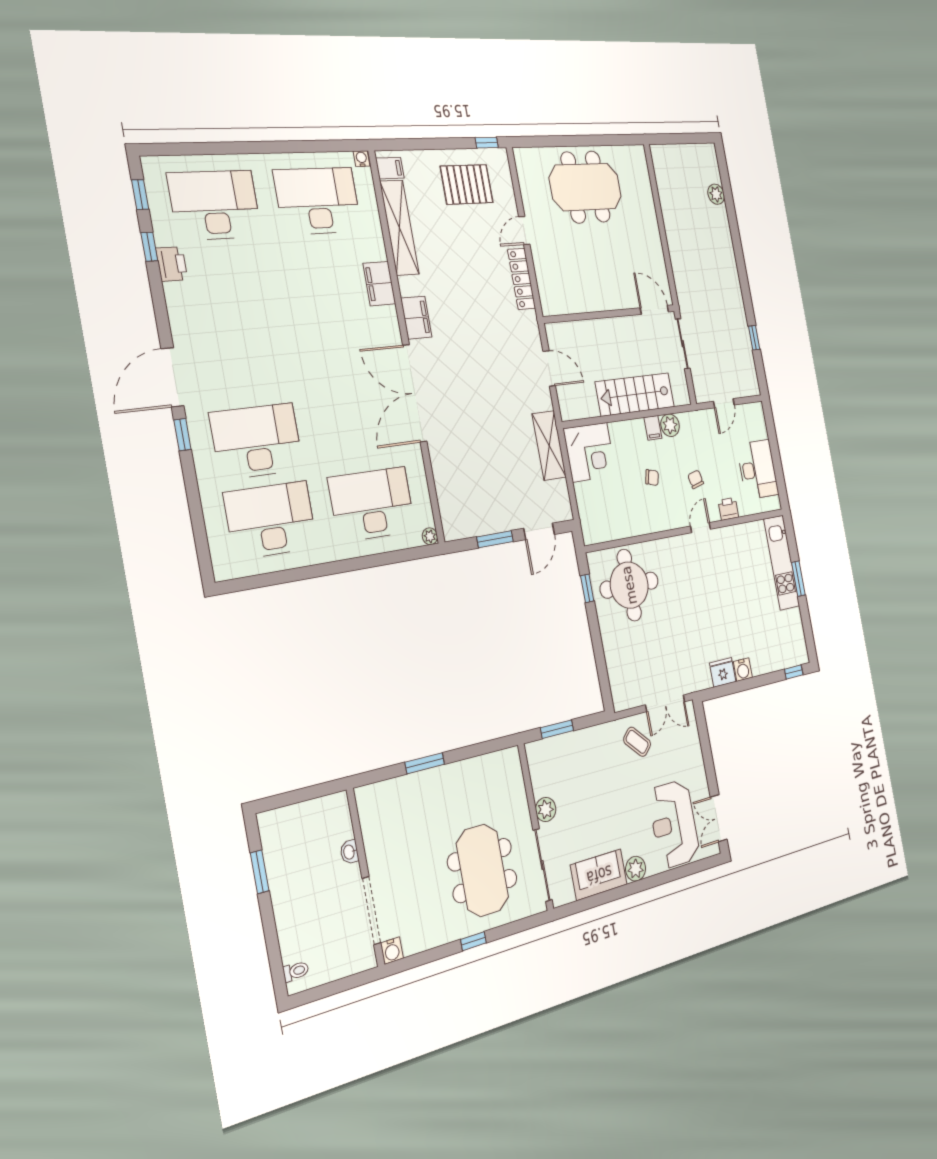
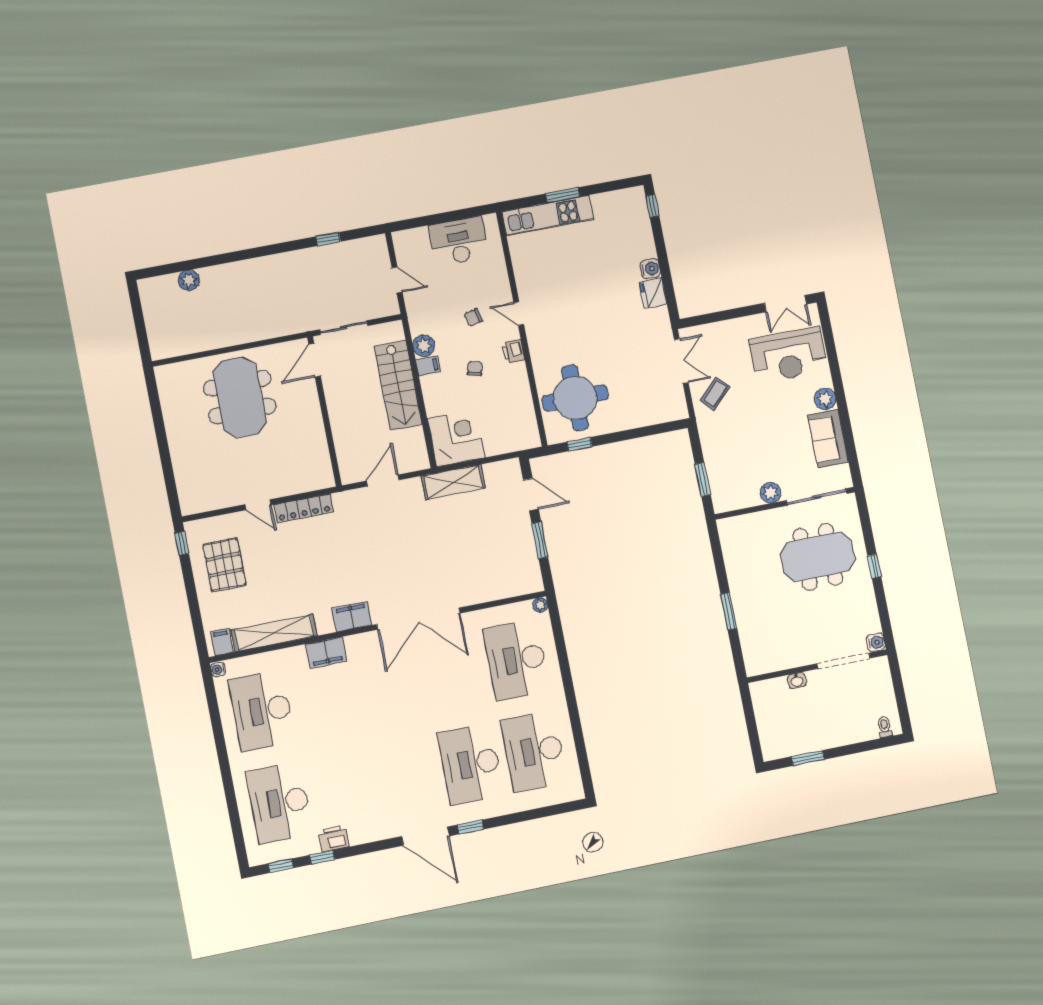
meeting table: (585, 187) -> (240, 397), moved
printer: (728, 509) -> (513, 351), moved

